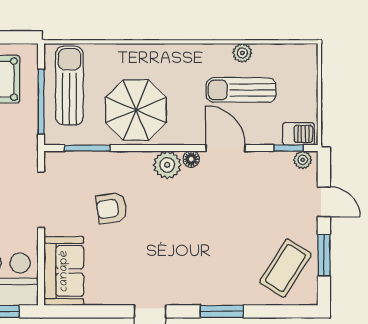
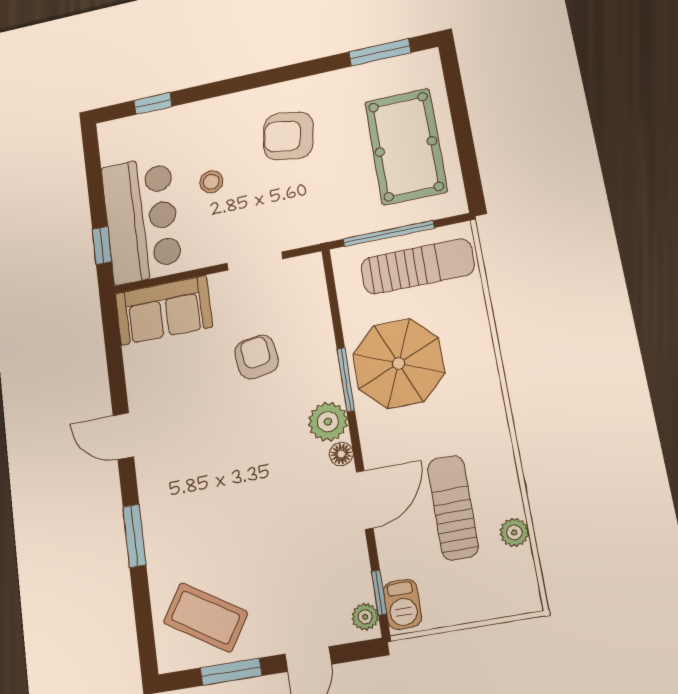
plant: (242, 53) -> (514, 532), moved
window: (87, 148) -> (346, 380), moved
doorway: (41, 200) -> (255, 261), width x0.73

